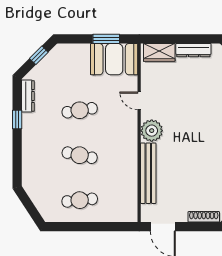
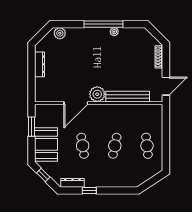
wardrobe: (159, 52) -> (41, 89), removed
booth: (114, 59) -> (46, 144), moved
door: (139, 101) -> (76, 103), width x1.87

